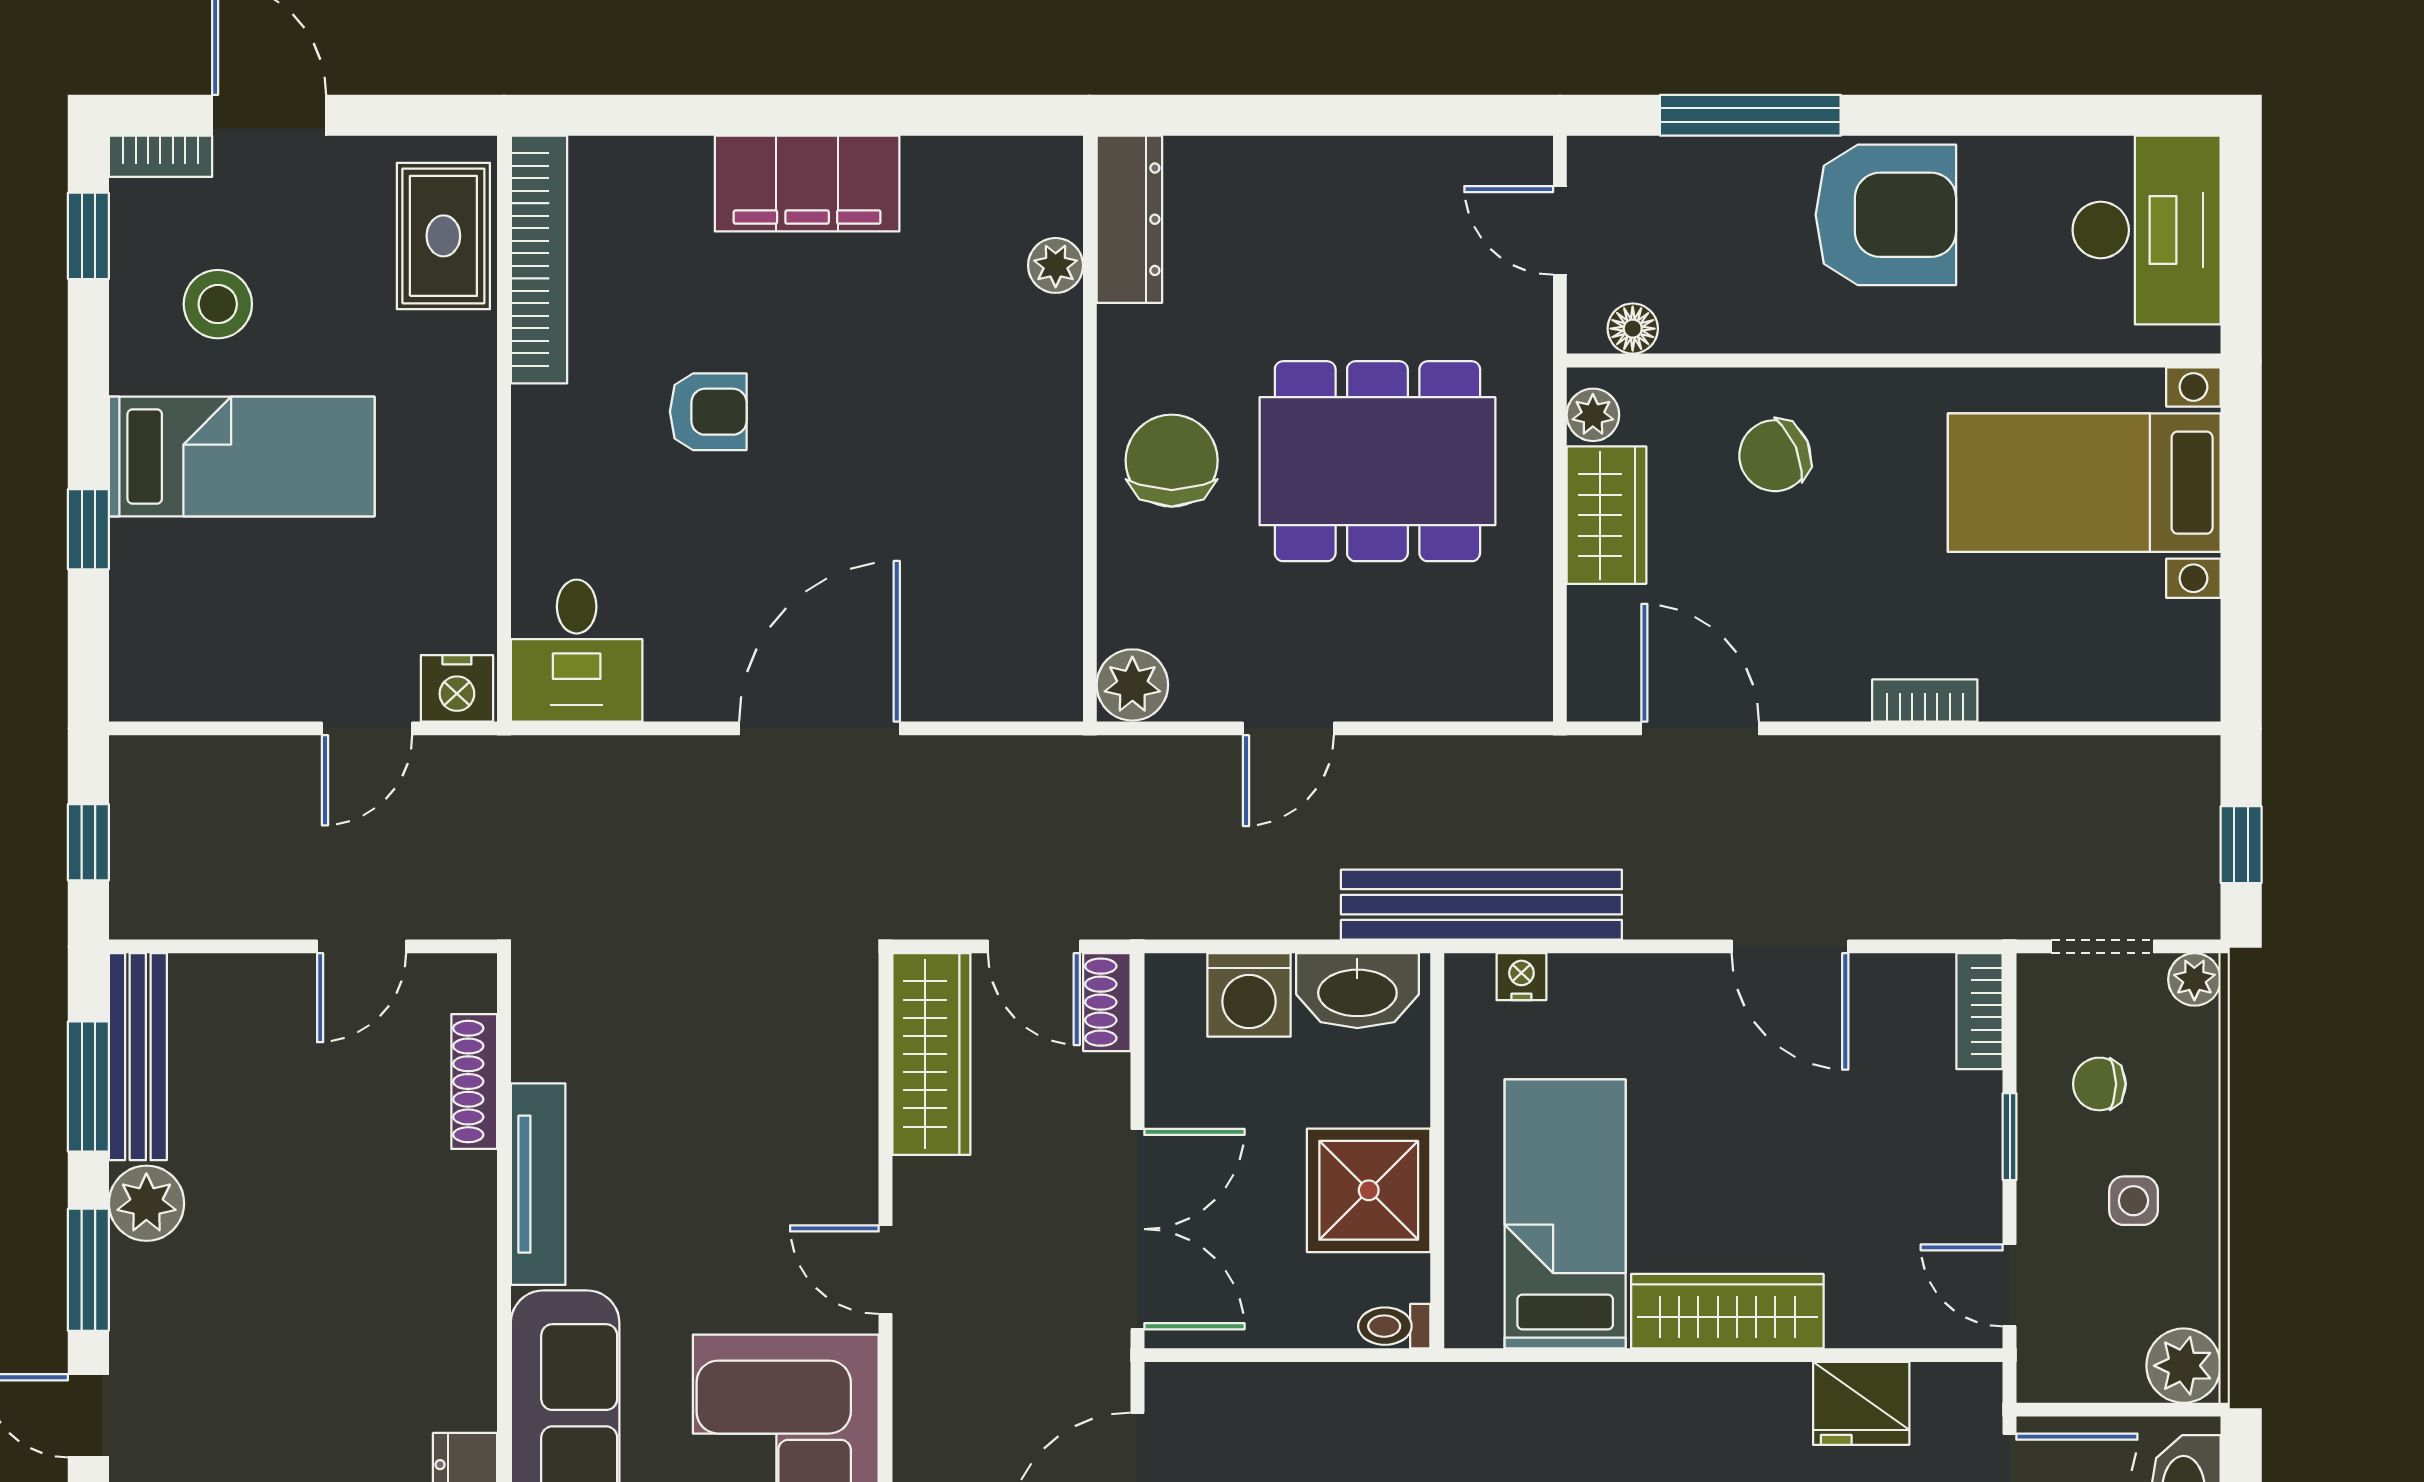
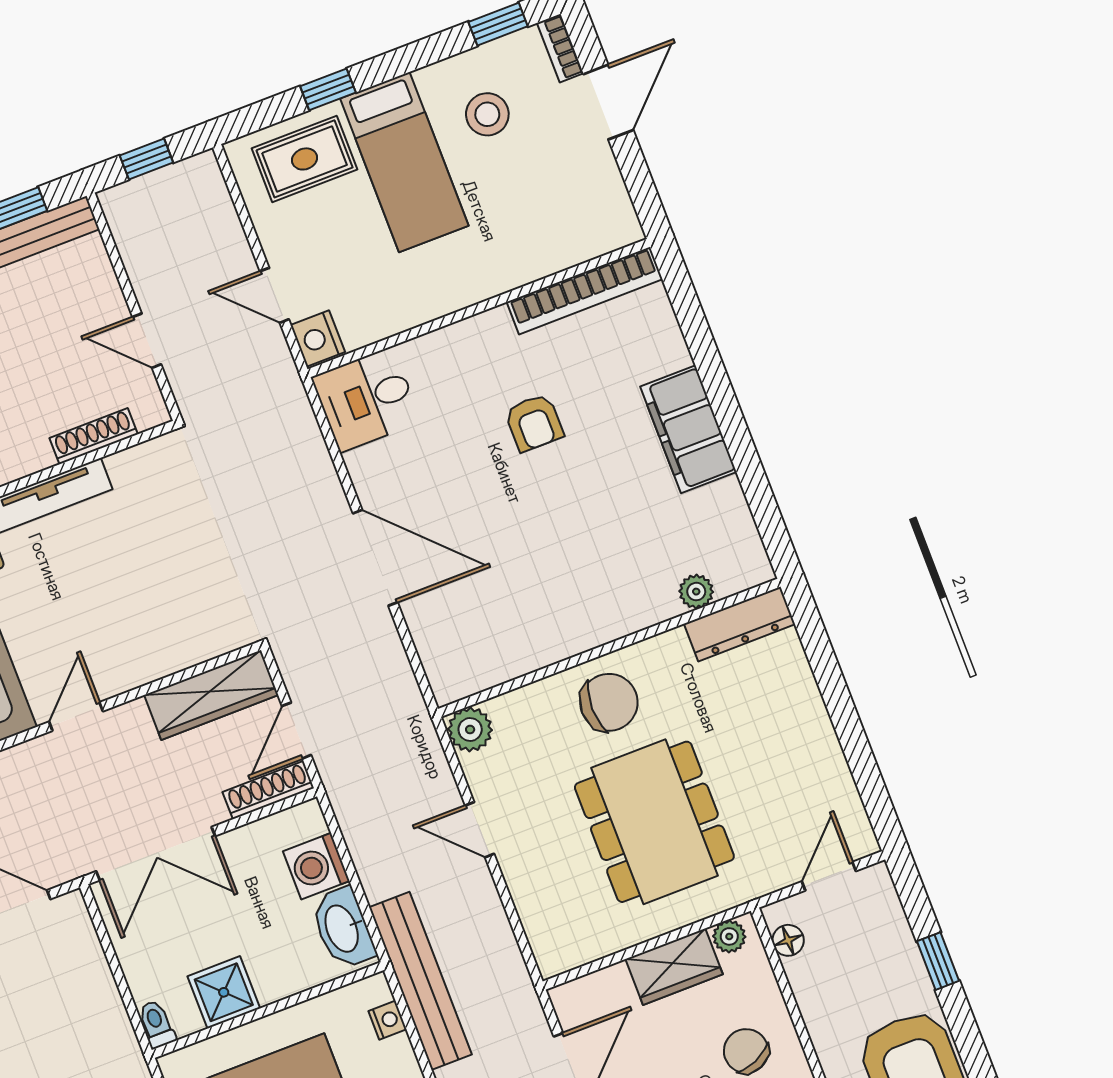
window: (1750, 115) -> (938, 961), width x0.46
rug: (443, 236) -> (305, 159), moved
shoe rack: (1107, 1002) -> (268, 790), width x1.43
shower: (1369, 1190) -> (224, 992), width x0.73, depth x0.73

